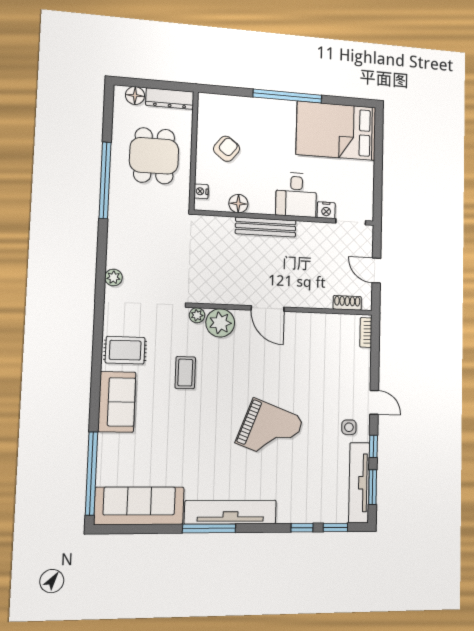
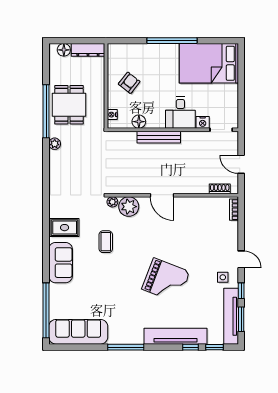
dining table: (154, 156) -> (69, 105), moved
plant: (113, 277) -> (55, 144), moved
tv unit: (231, 512) -> (176, 336), moved

